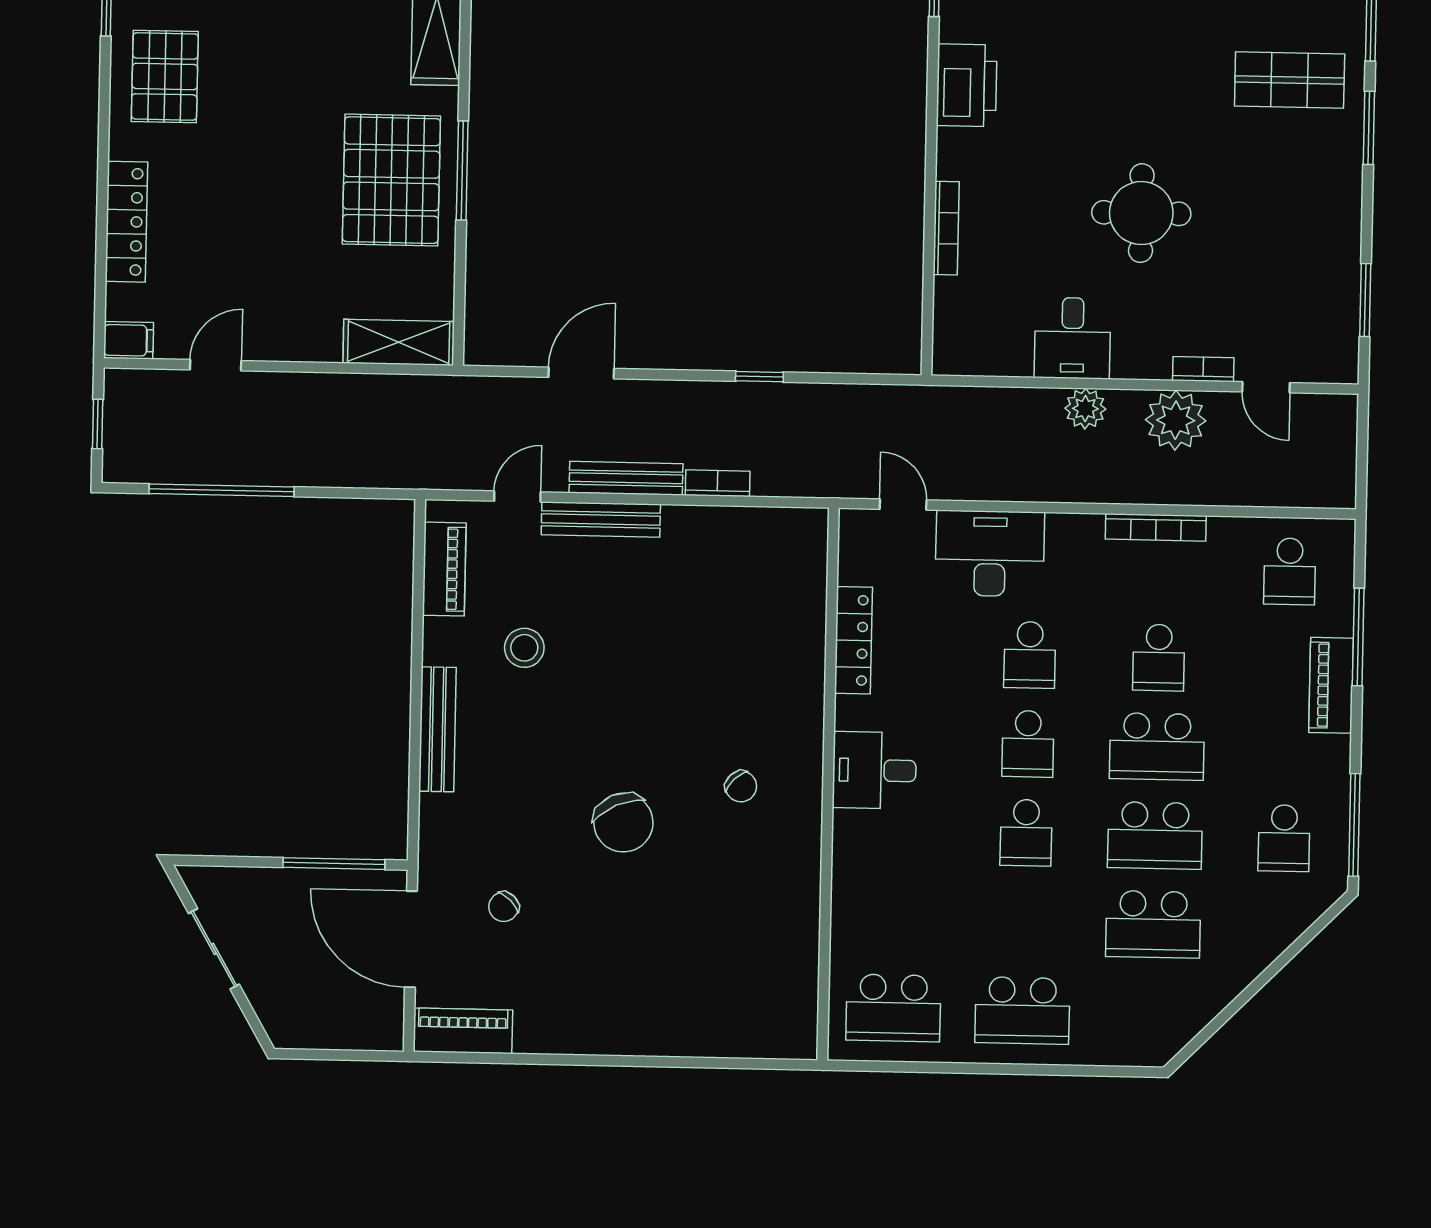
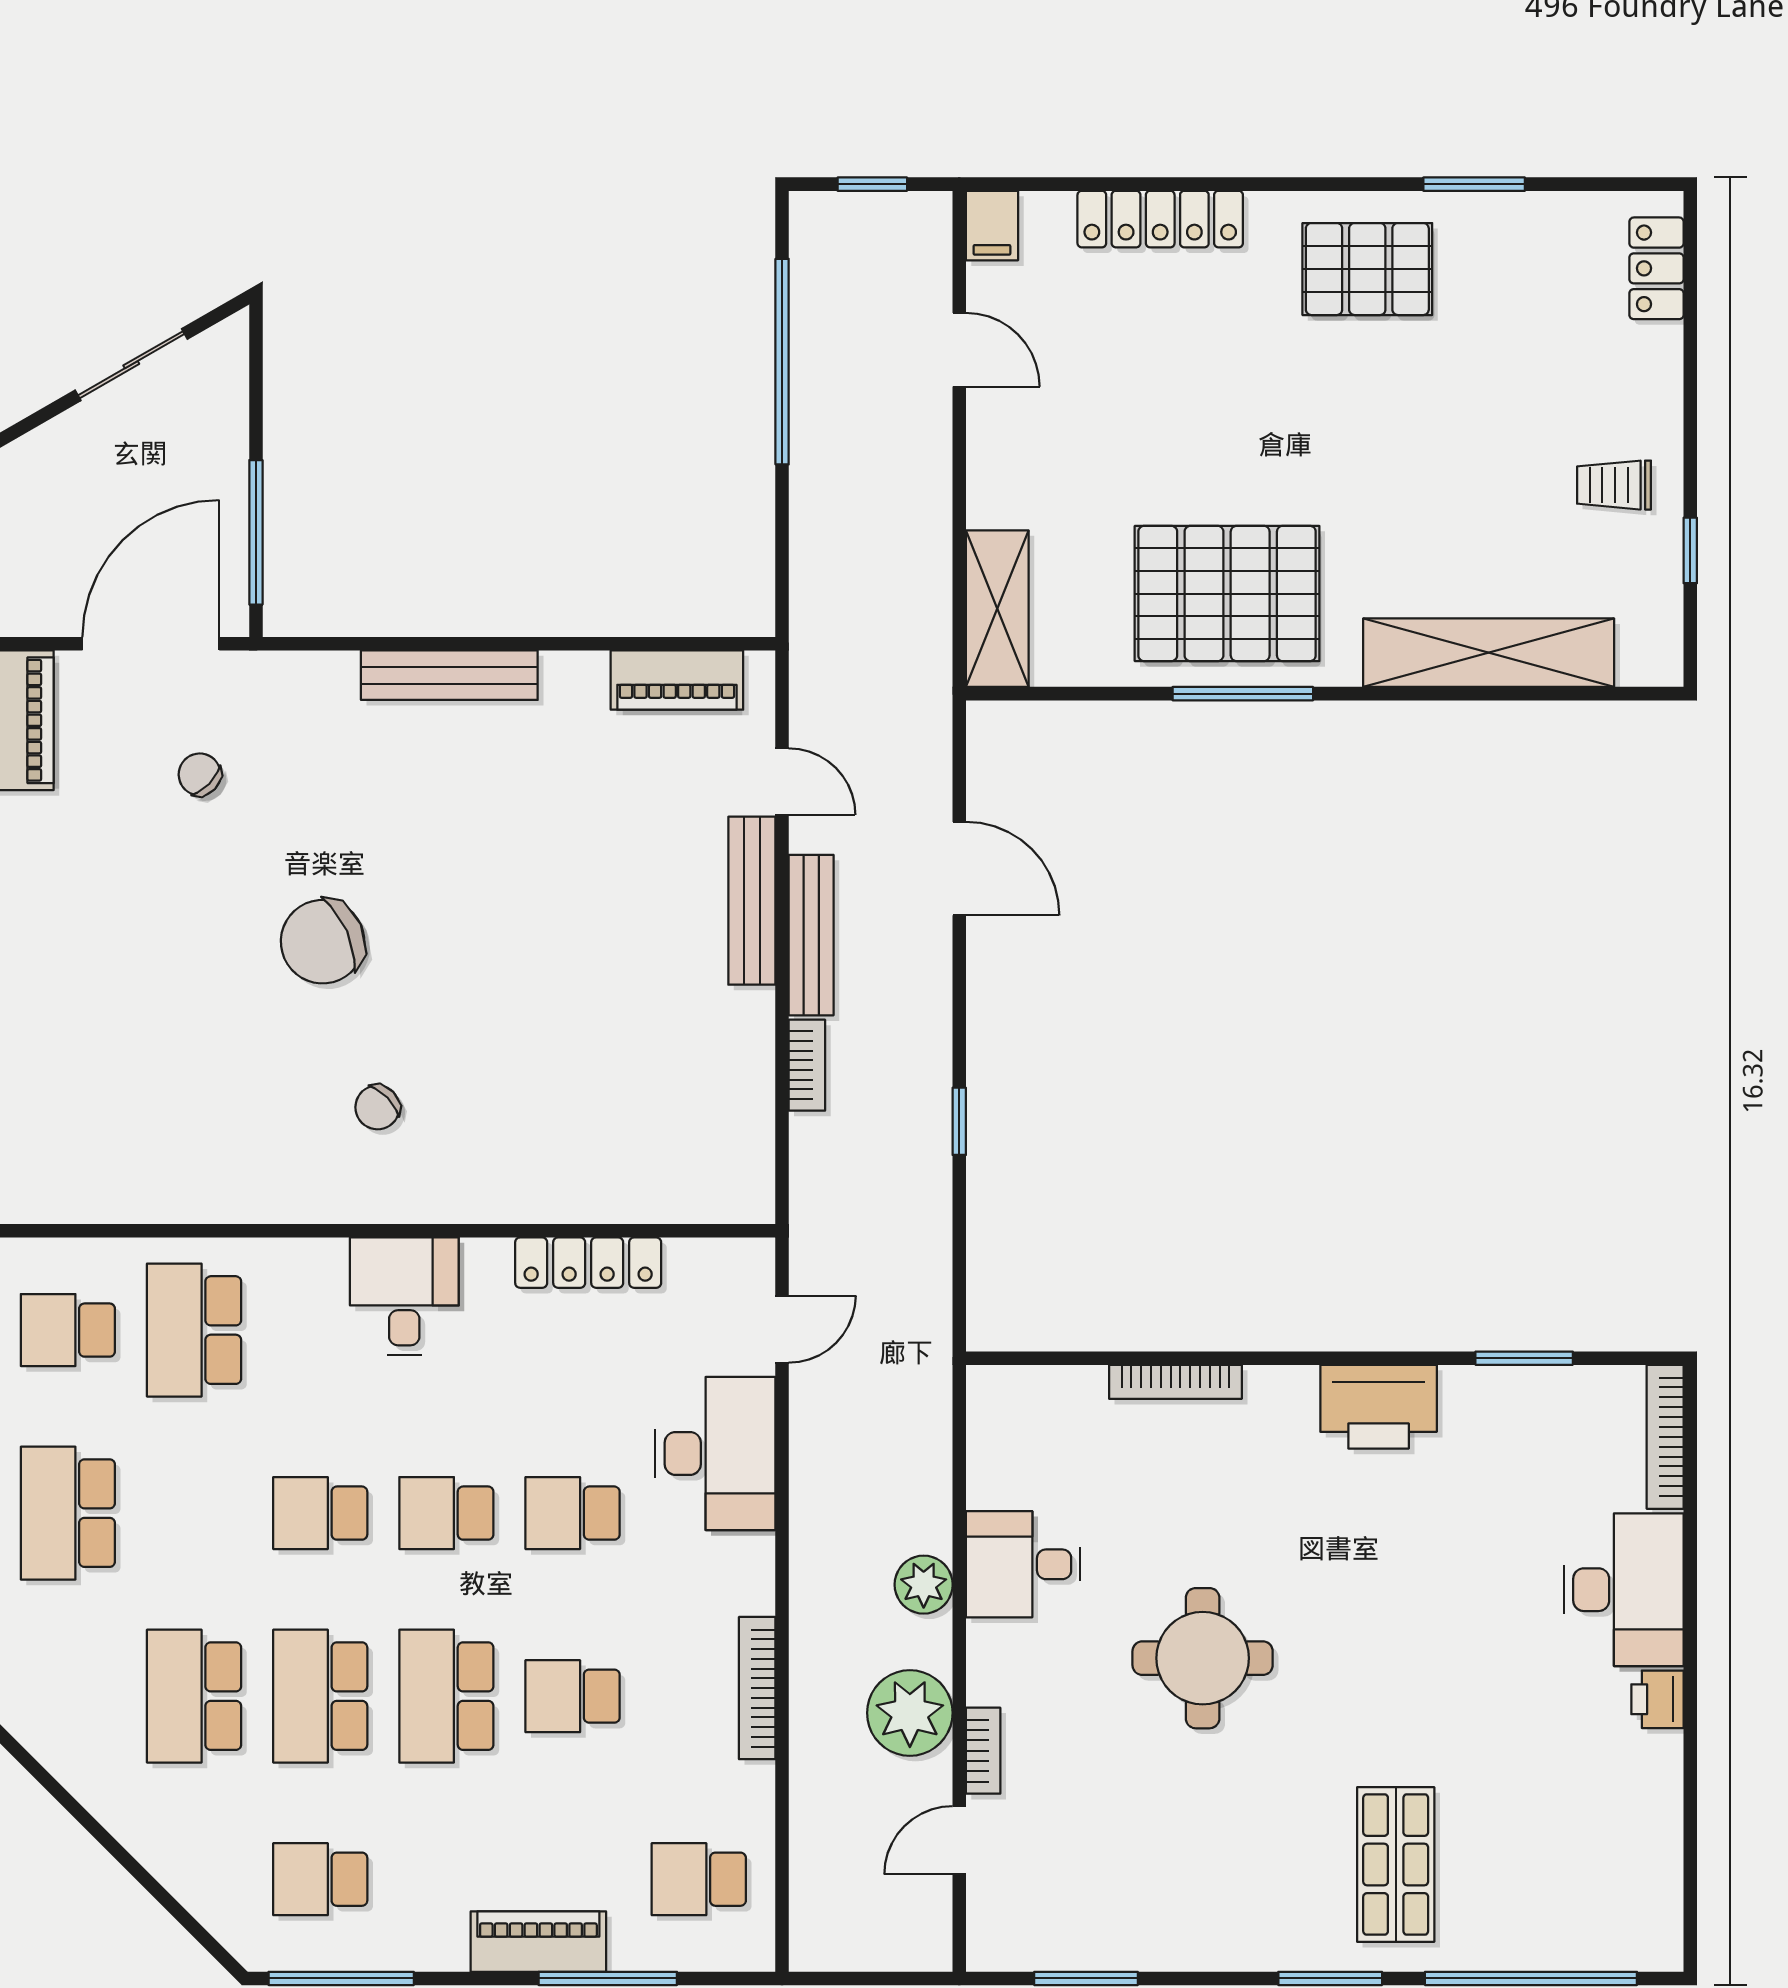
stool: (524, 648) -> (568, 796), removed
school desk: (895, 919) -> (194, 1330), added
school desk: (893, 1008) -> (68, 1330), width x0.54

